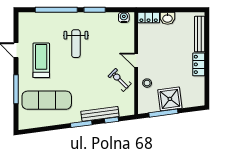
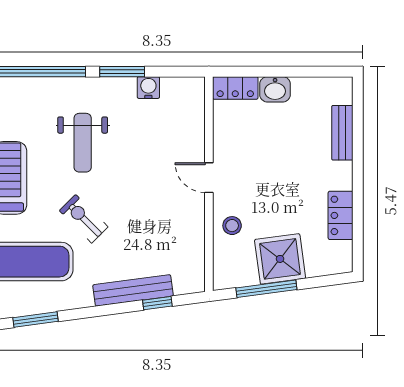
water cooler: (124, 17) -> (148, 88), moved
bench: (200, 34) -> (342, 133), width x0.73
locker: (199, 64) -> (340, 215), moved
exercise bike: (120, 80) -> (84, 219), moved
window: (81, 124) -> (36, 319), moved

